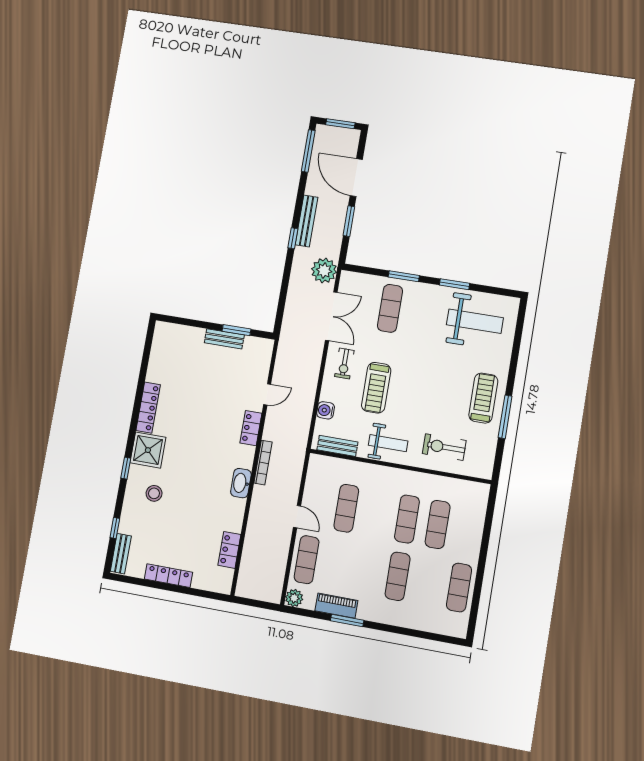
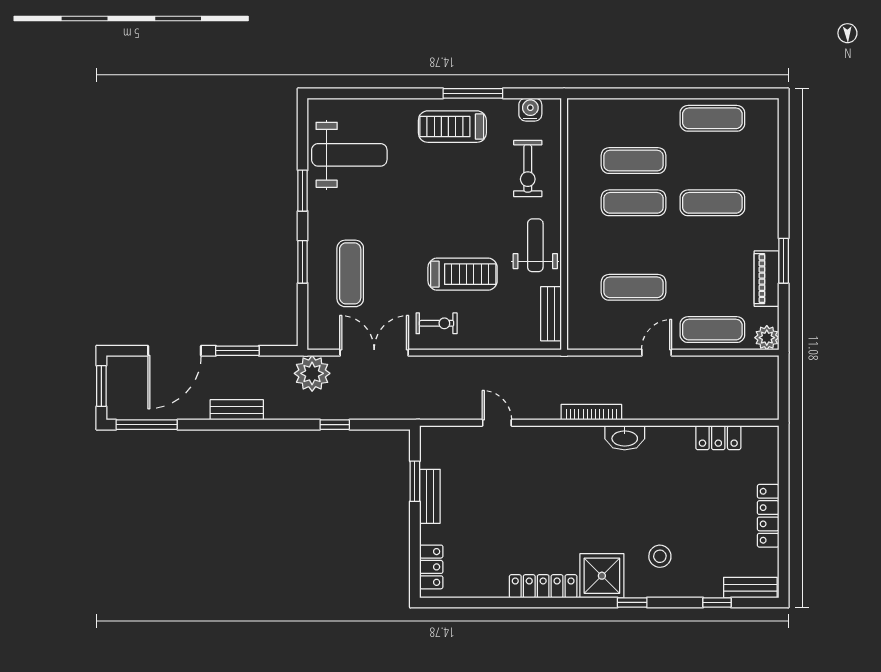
bench: (307, 221) -> (237, 410), width x0.73
window: (293, 238) -> (335, 425), moved
exercise mat: (390, 308) -> (350, 273), turned 90
weight bench: (475, 321) -> (349, 155), turned 90
water cooler: (326, 410) -> (530, 110), moved, turned 180
locker: (251, 428) -> (431, 567), moved, turned -90

